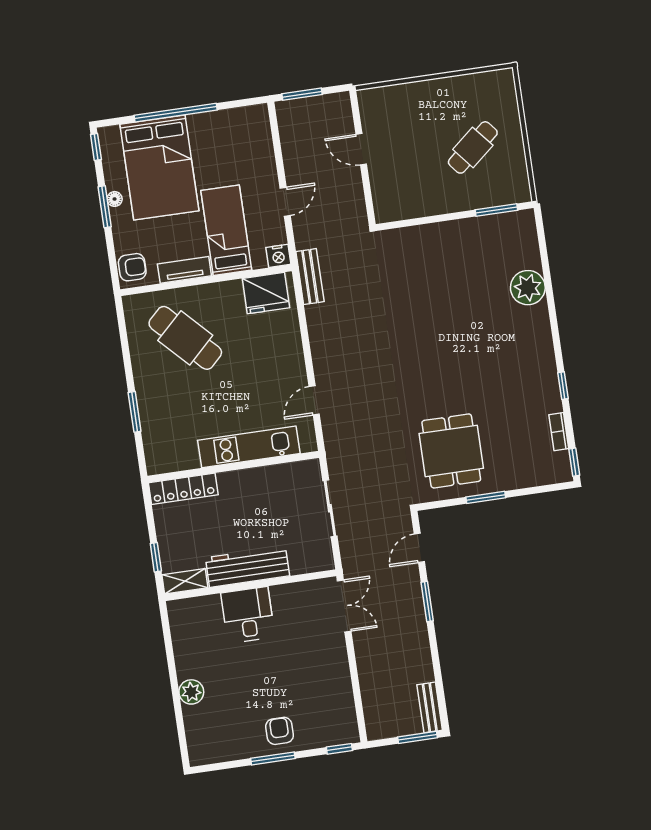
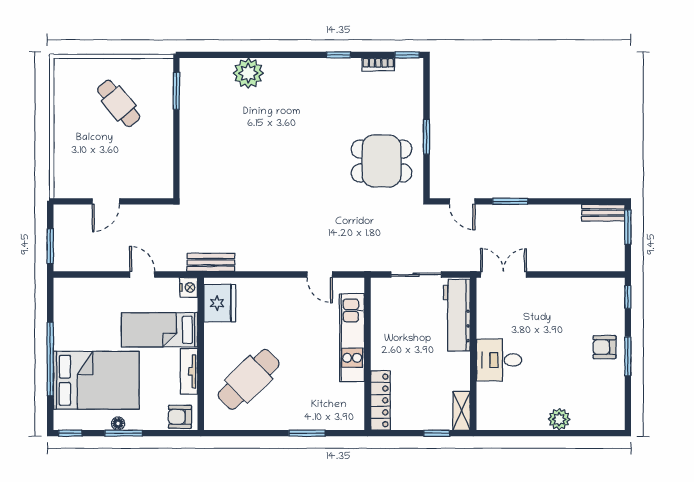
armchair: (132, 267) -> (180, 417), turned -90
workbench: (247, 567) -> (457, 315), moved

